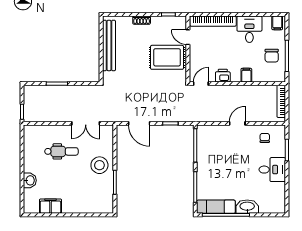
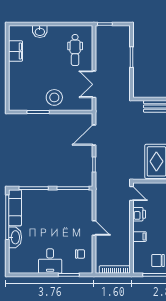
dental chair: (61, 151) -> (75, 50), moved

